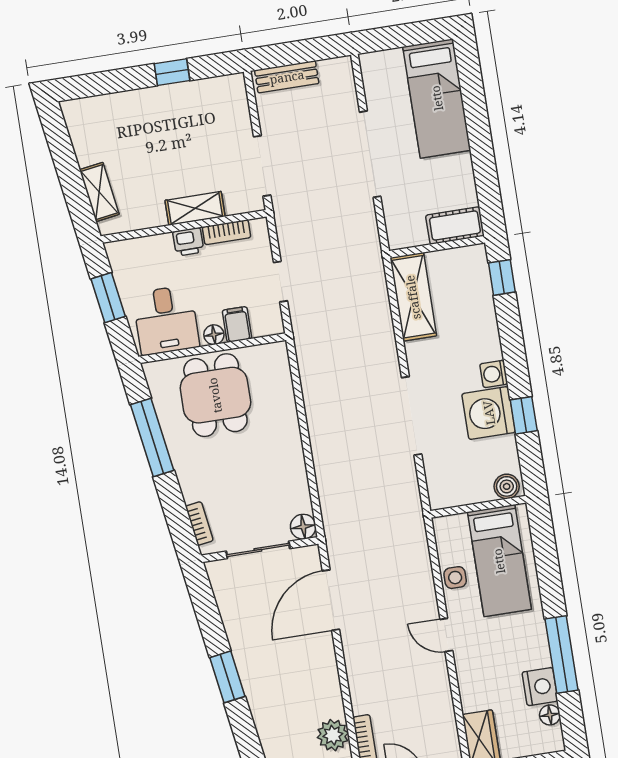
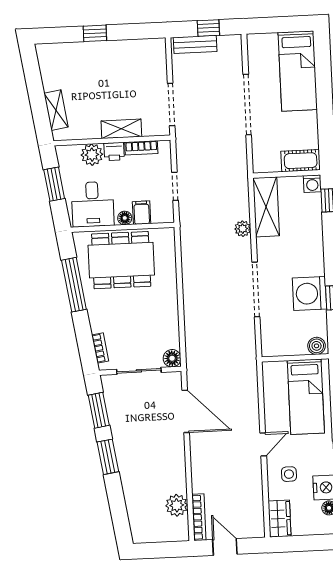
window: (303, 51) -> (208, 28), added
window: (172, 72) -> (95, 33), moved
plant: (157, 250) -> (92, 155), added
plant: (383, 331) -> (243, 229), added
washing machine: (494, 374) -> (312, 184), moved, turned -90
dining table: (215, 395) -> (121, 260), width x1.38
side table: (455, 578) -> (289, 474), moved
door: (331, 600) -> (186, 411), swing flipped
window: (207, 612) -> (99, 410), added
door: (446, 635) -> (263, 444), swing flipped

